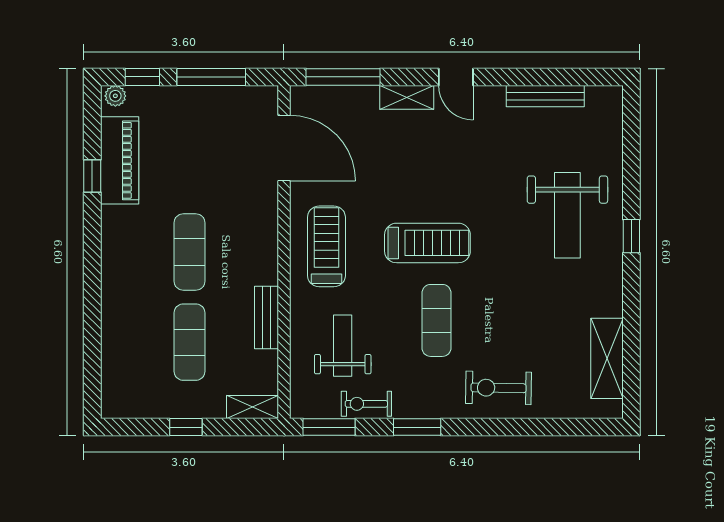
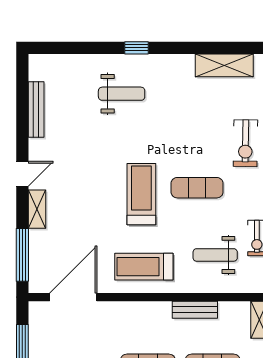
weight bench: (567, 215) -> (122, 94), width x0.73, depth x0.75

